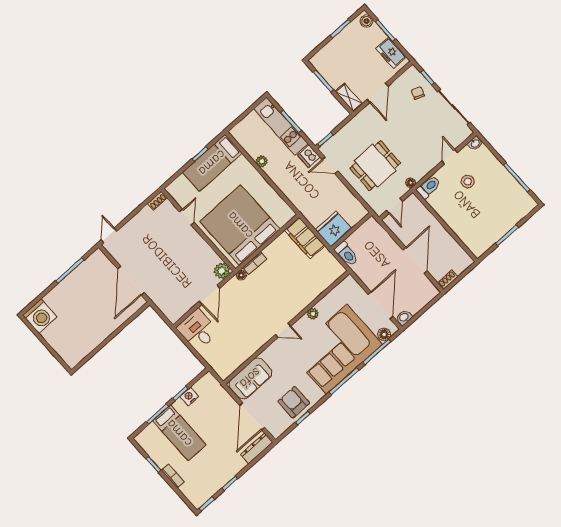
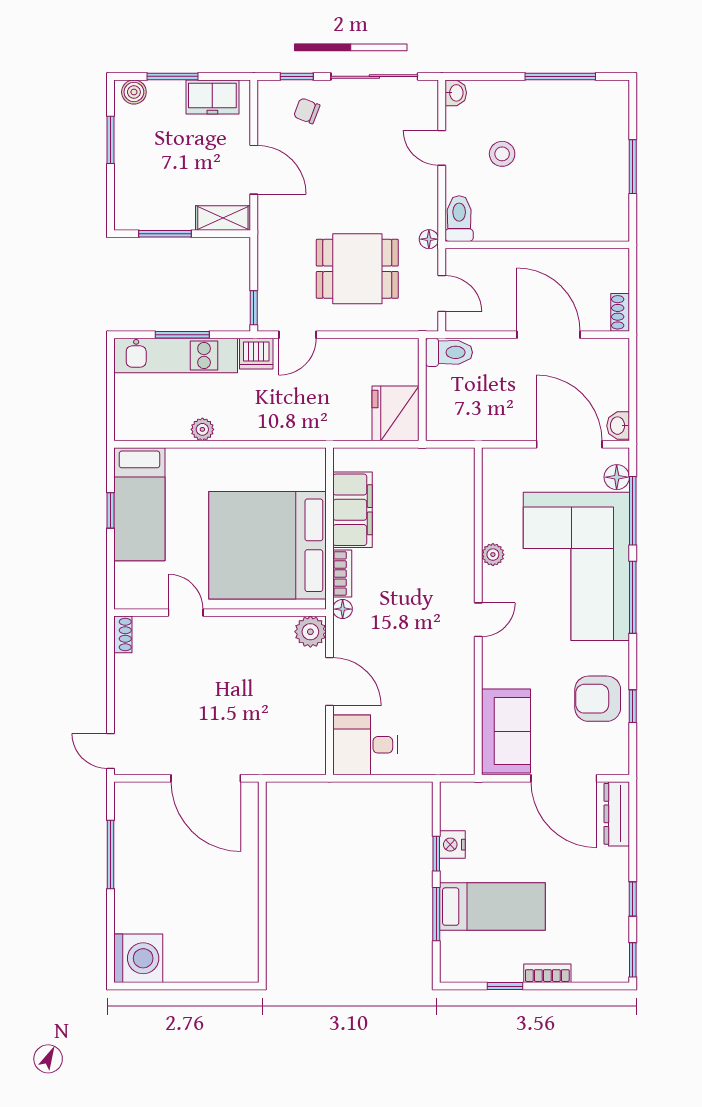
dining table: (375, 166) -> (357, 269), turned 90
filing cabinet: (305, 238) -> (353, 510), moved, turned -90
toilet: (346, 254) -> (449, 352), moved

